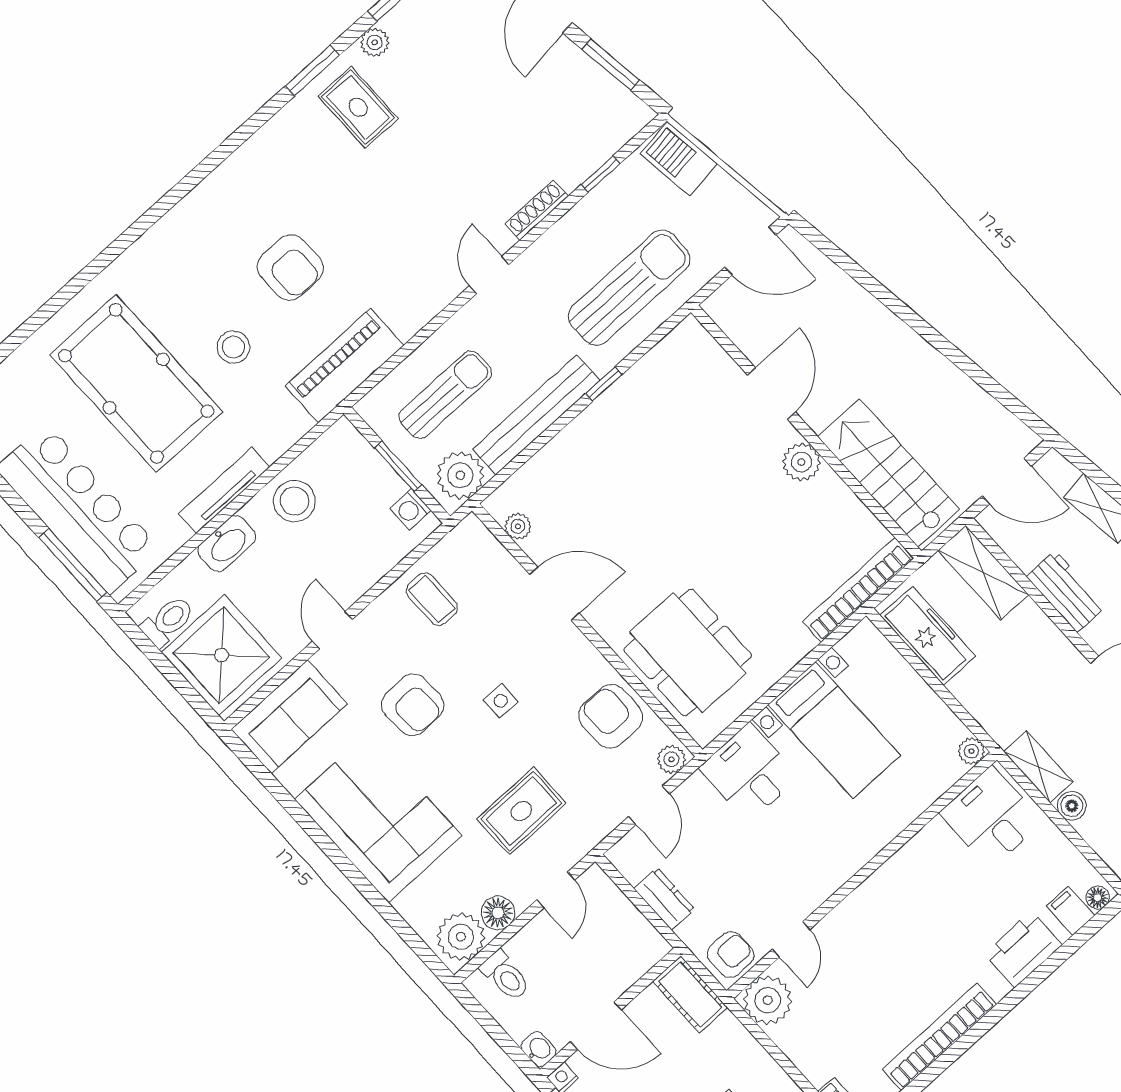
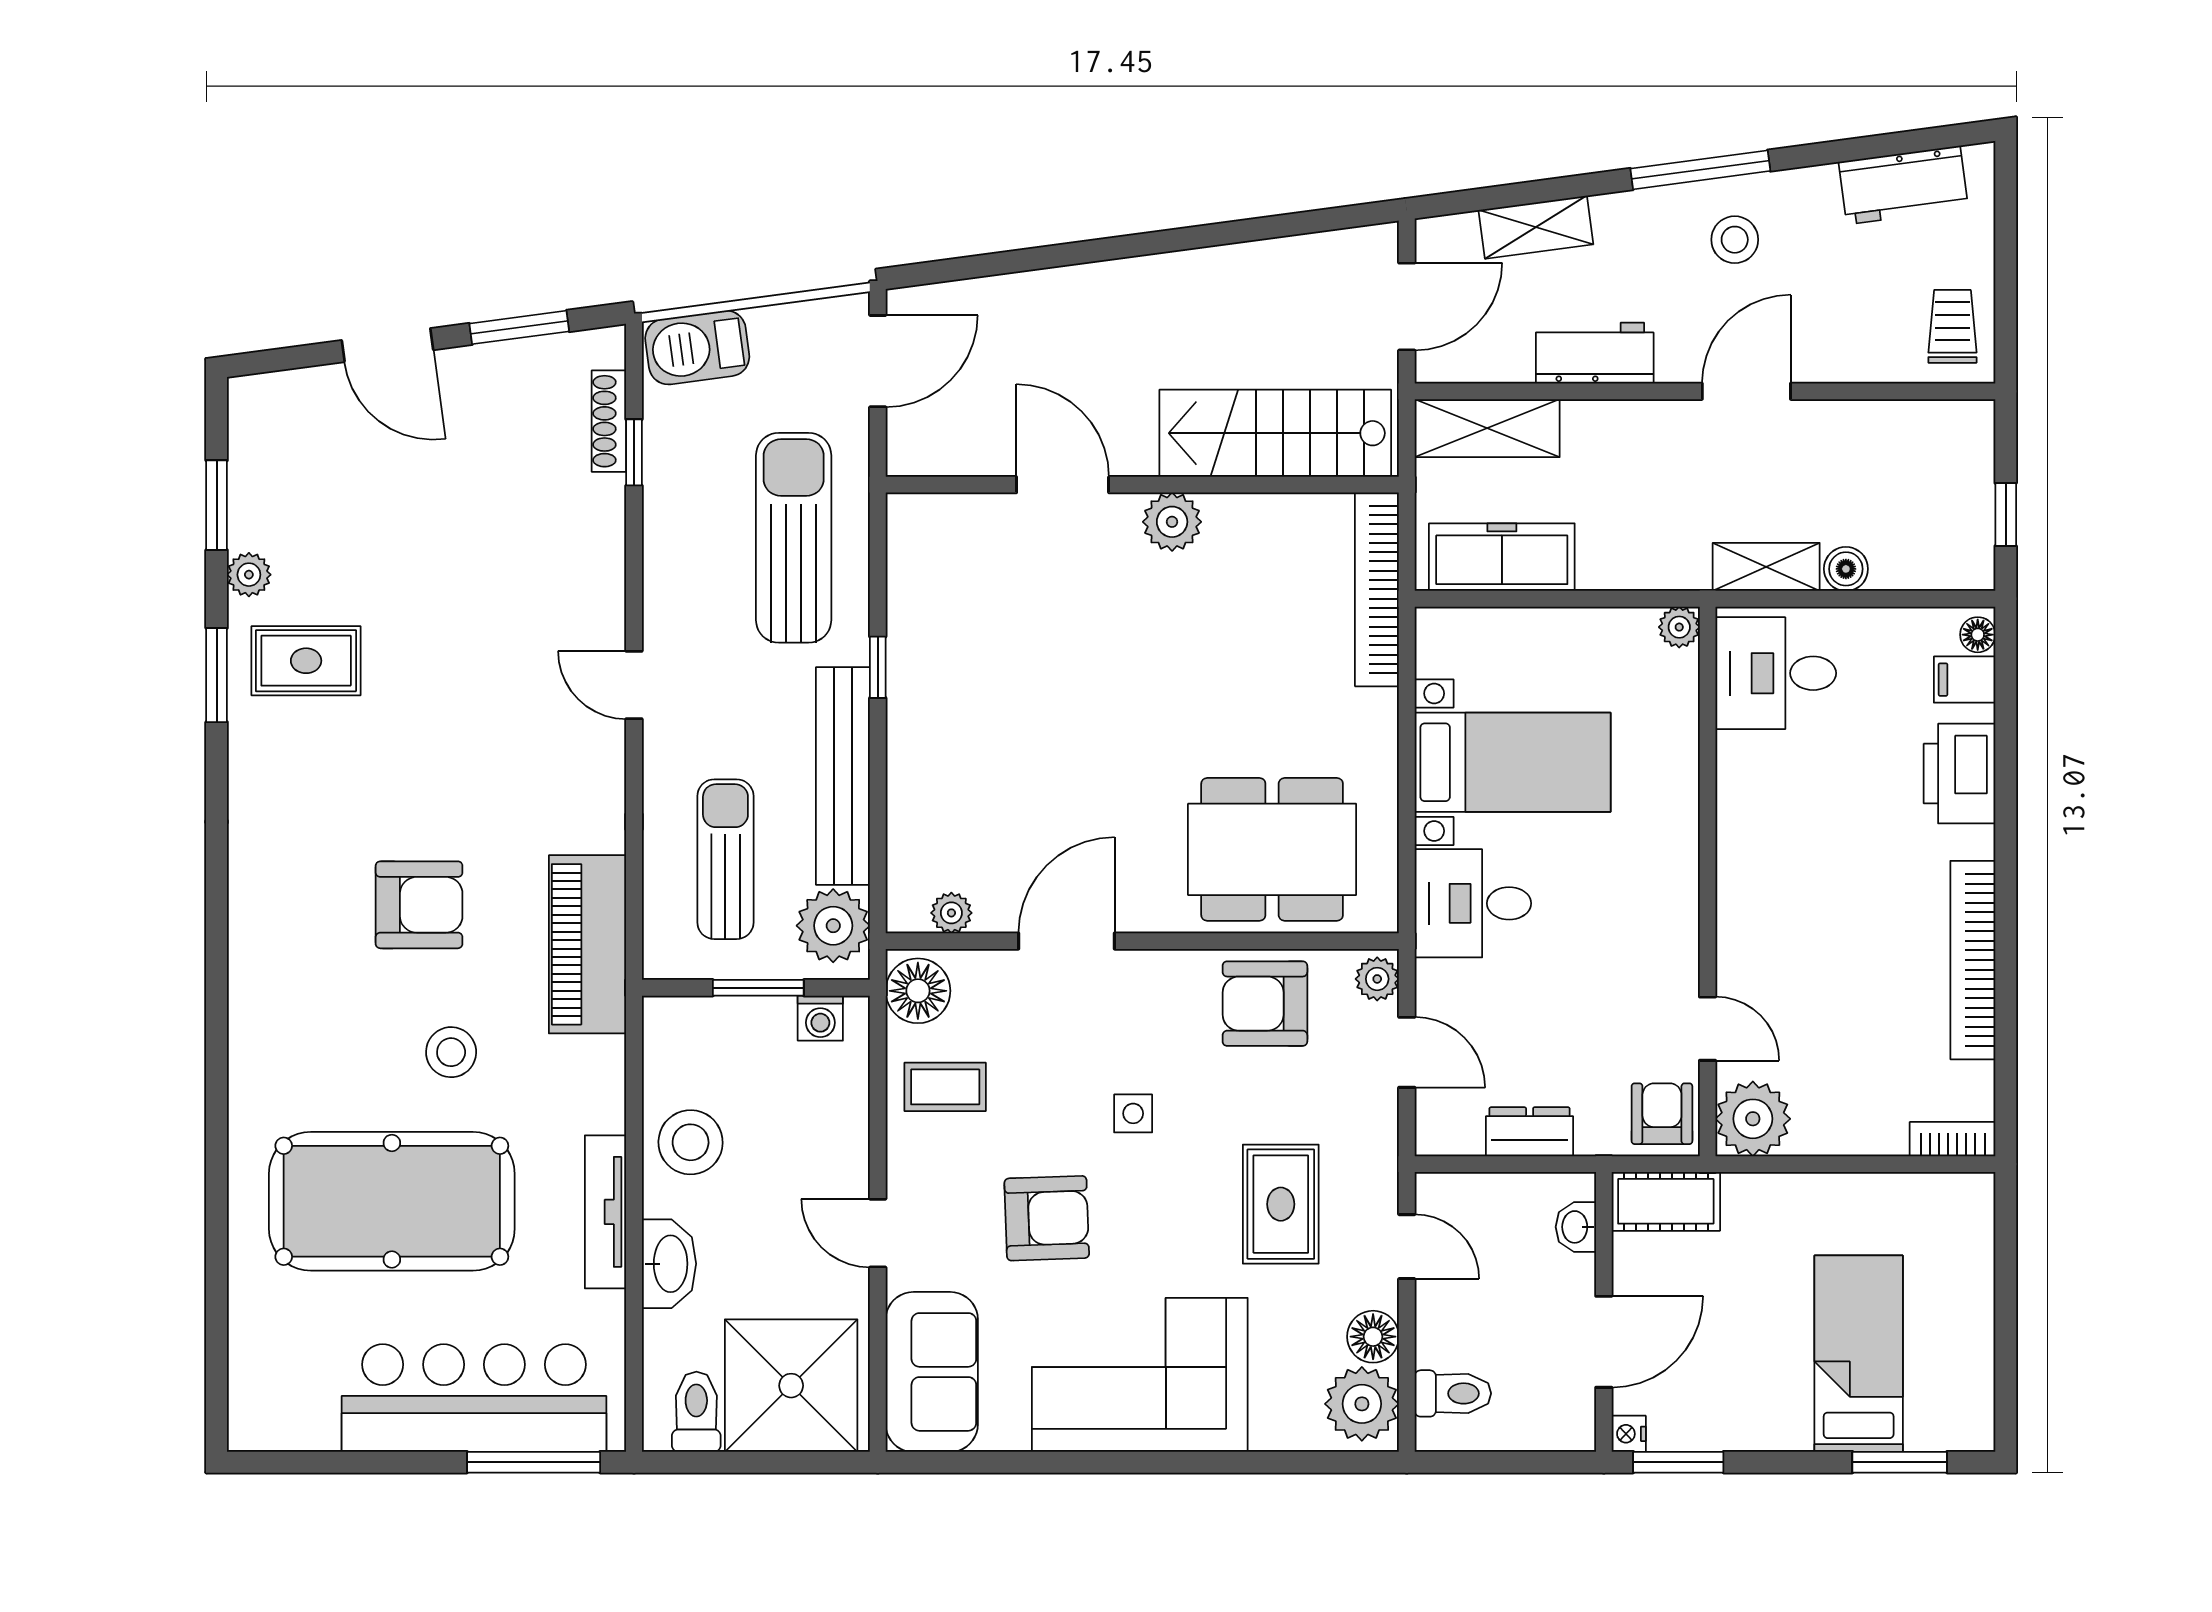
shoe rack: (537, 210) -> (609, 421), moved
floor lamp: (466, 544) -> (918, 991), added
washbasin: (539, 1049) -> (1576, 1227), moved, turned -90

